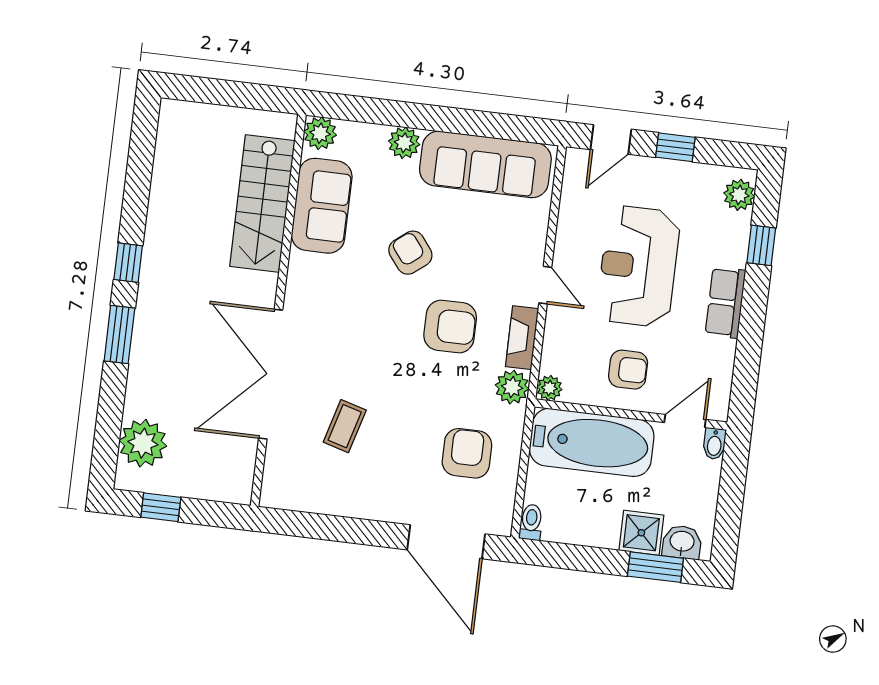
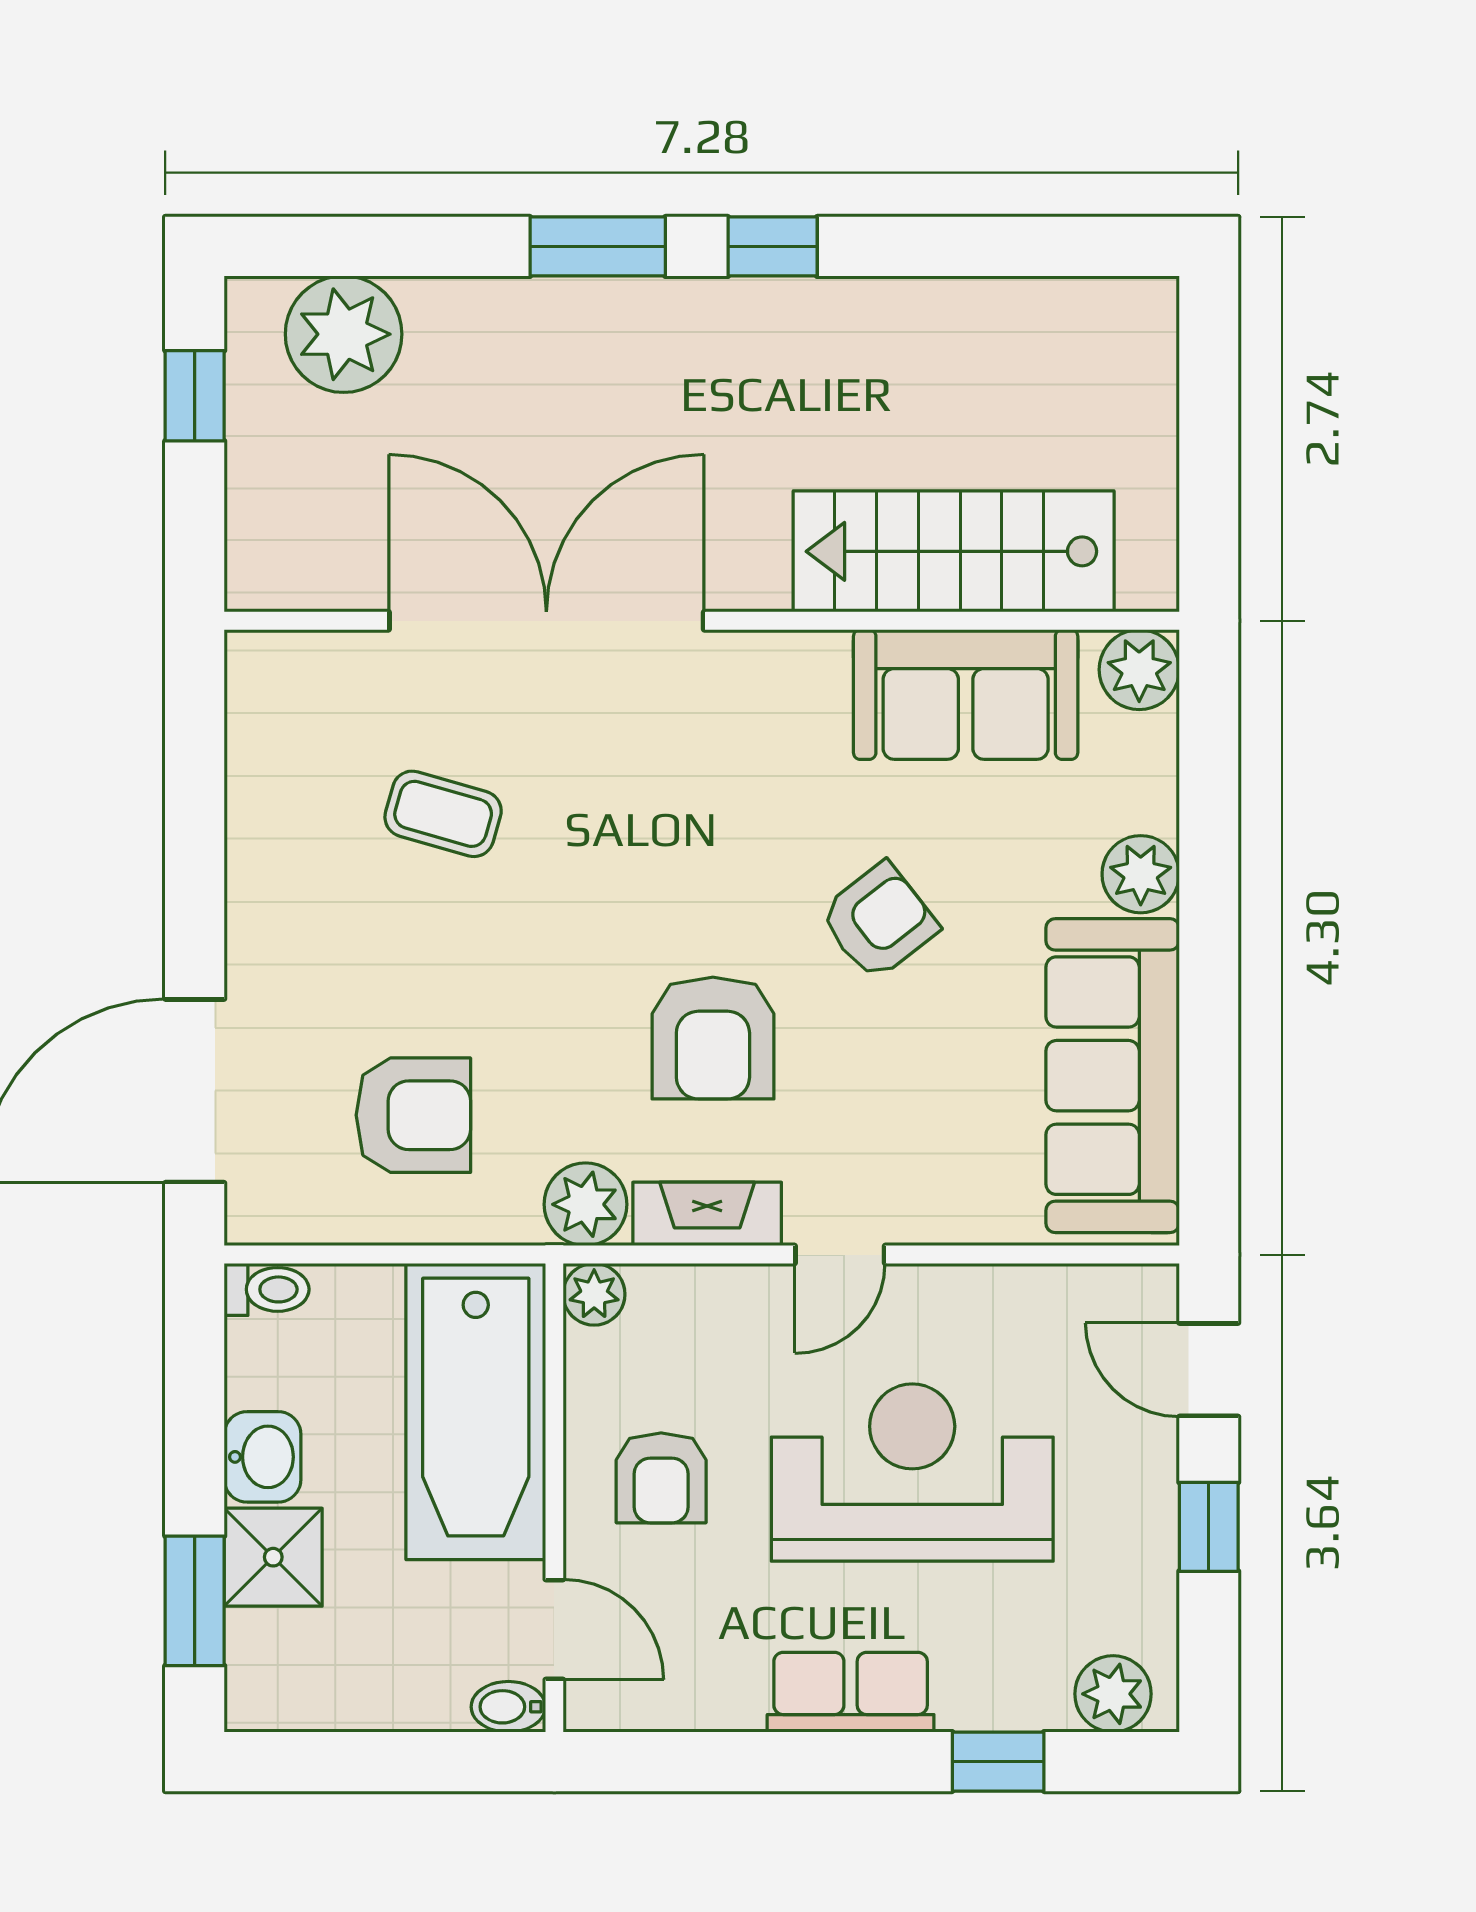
washbasin: (682, 542) -> (263, 1457), moved

